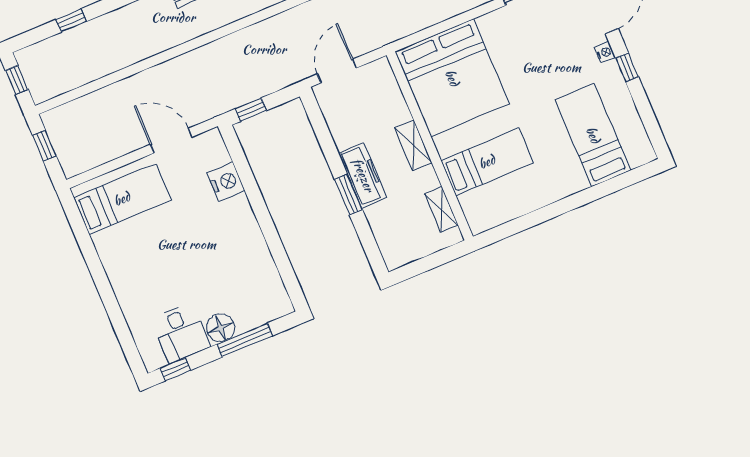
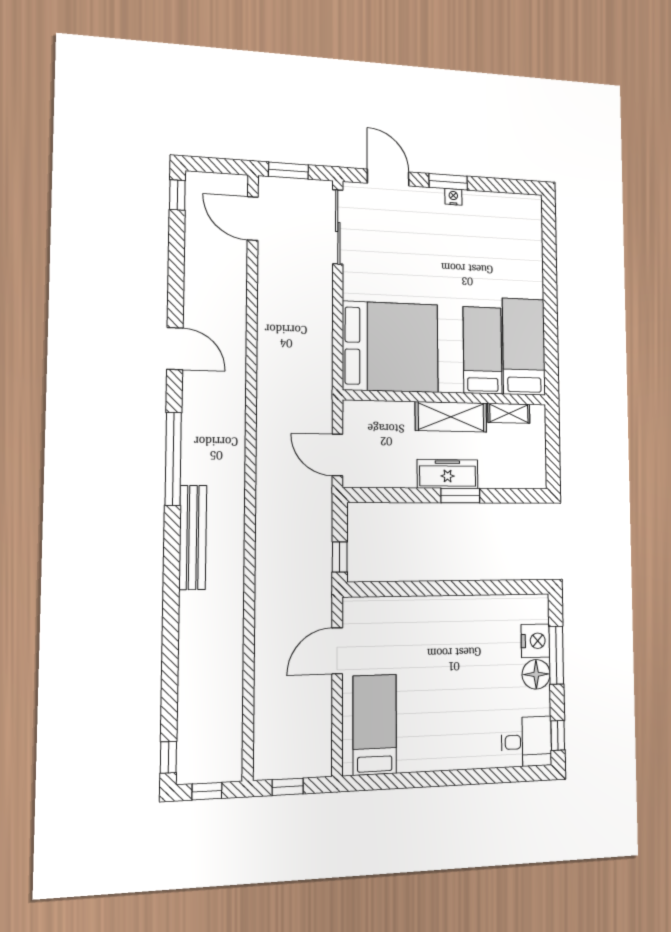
window: (71, 20) -> (168, 757), moved
nightstand: (605, 53) -> (453, 197), moved
window: (627, 67) -> (448, 182), width x1.50
bed: (593, 135) -> (524, 347), moved, turned 90
shelving: (413, 145) -> (451, 417), width x1.50, depth x1.33
nightstand: (226, 182) -> (535, 641), moved, turned 90
desk: (181, 333) -> (526, 742), moved

